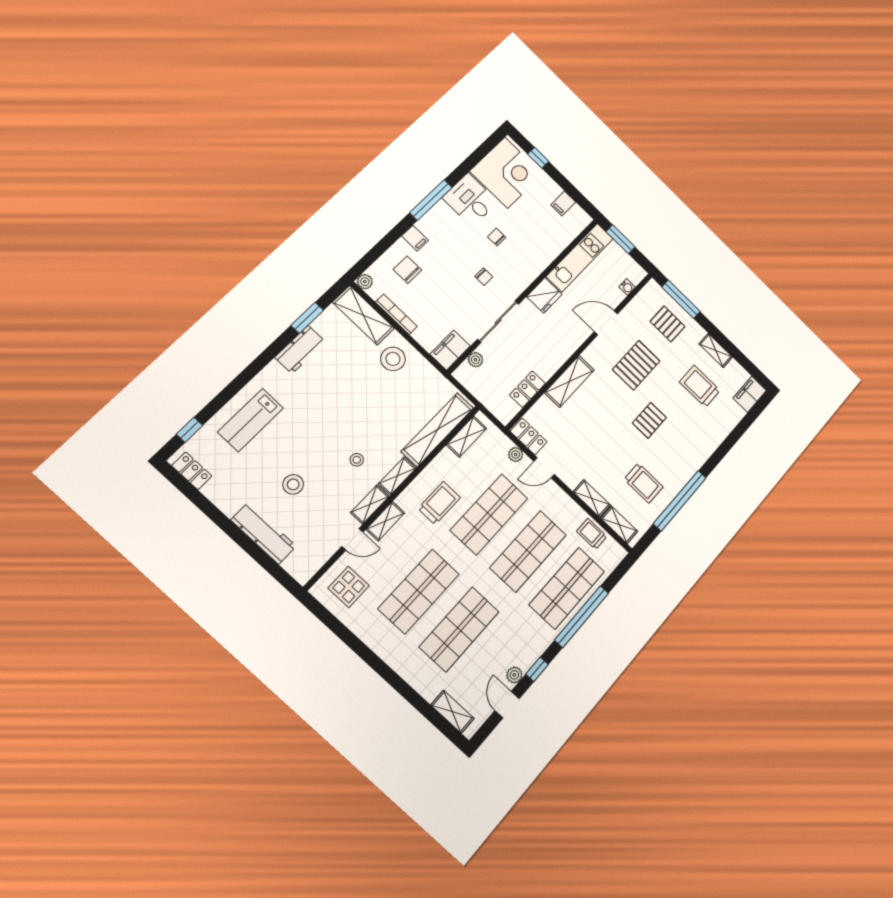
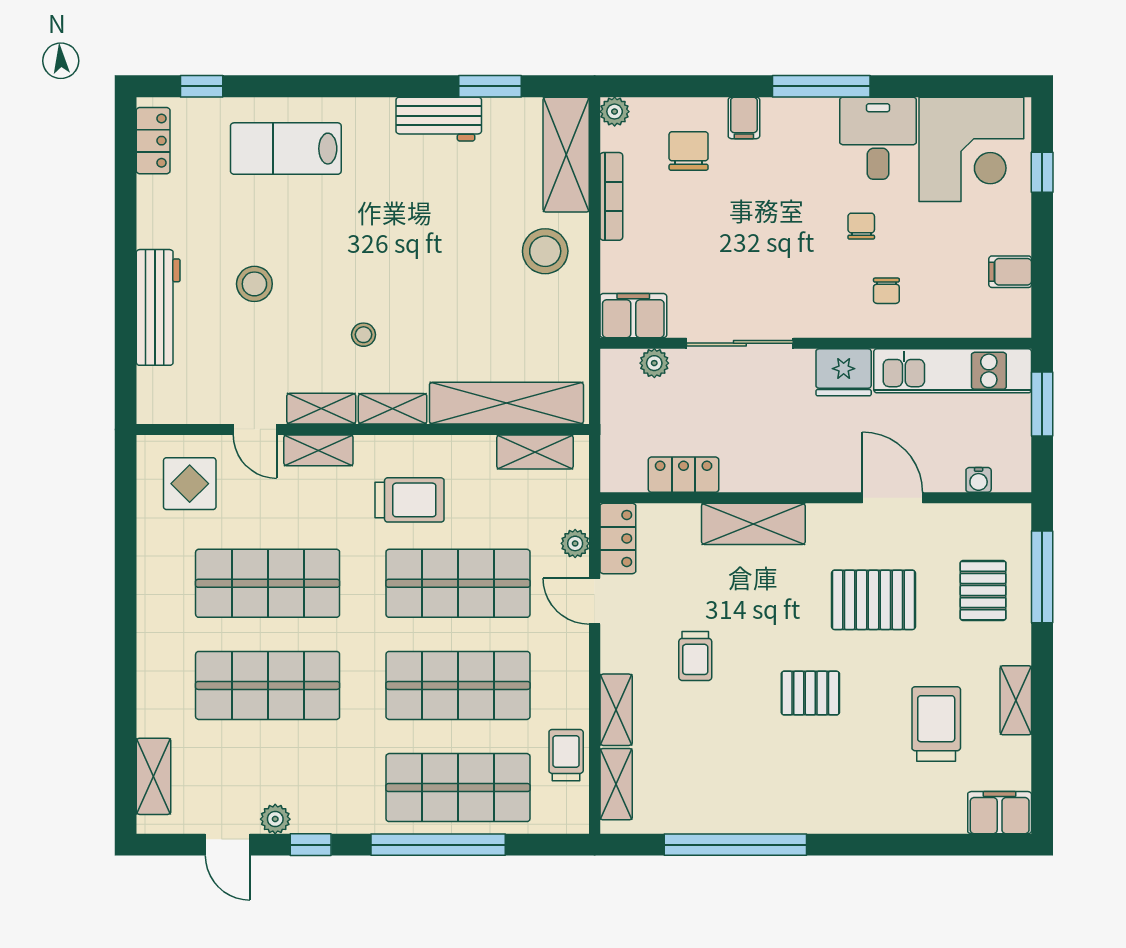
chair: (484, 277) -> (886, 291), moved
trolley: (644, 483) -> (695, 656), moved, width x0.73, depth x0.72
door: (507, 705) -> (228, 845), swing flipped

